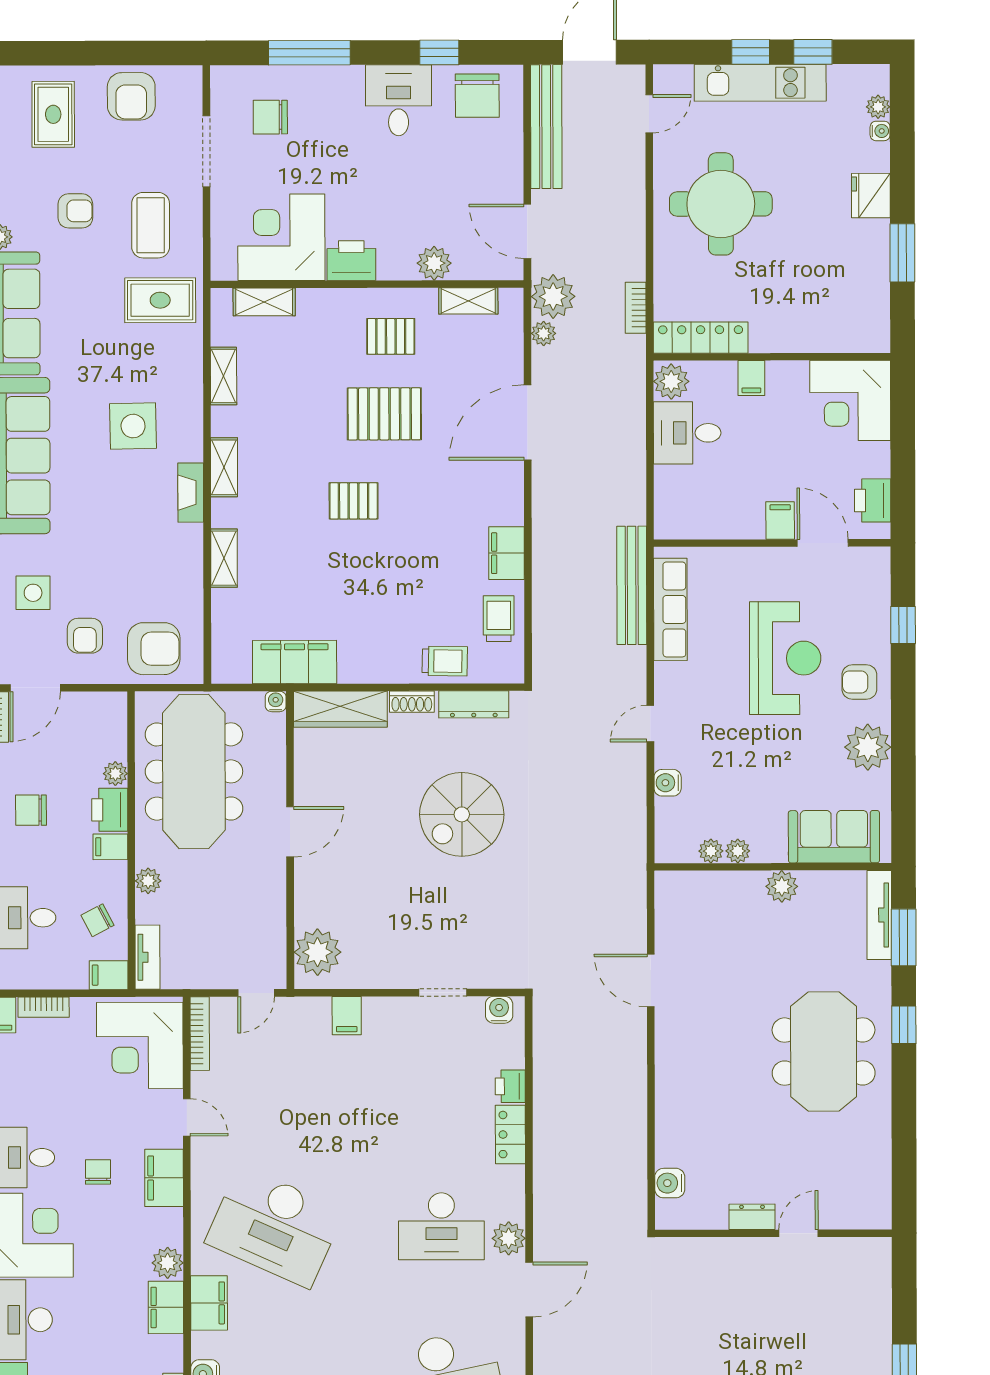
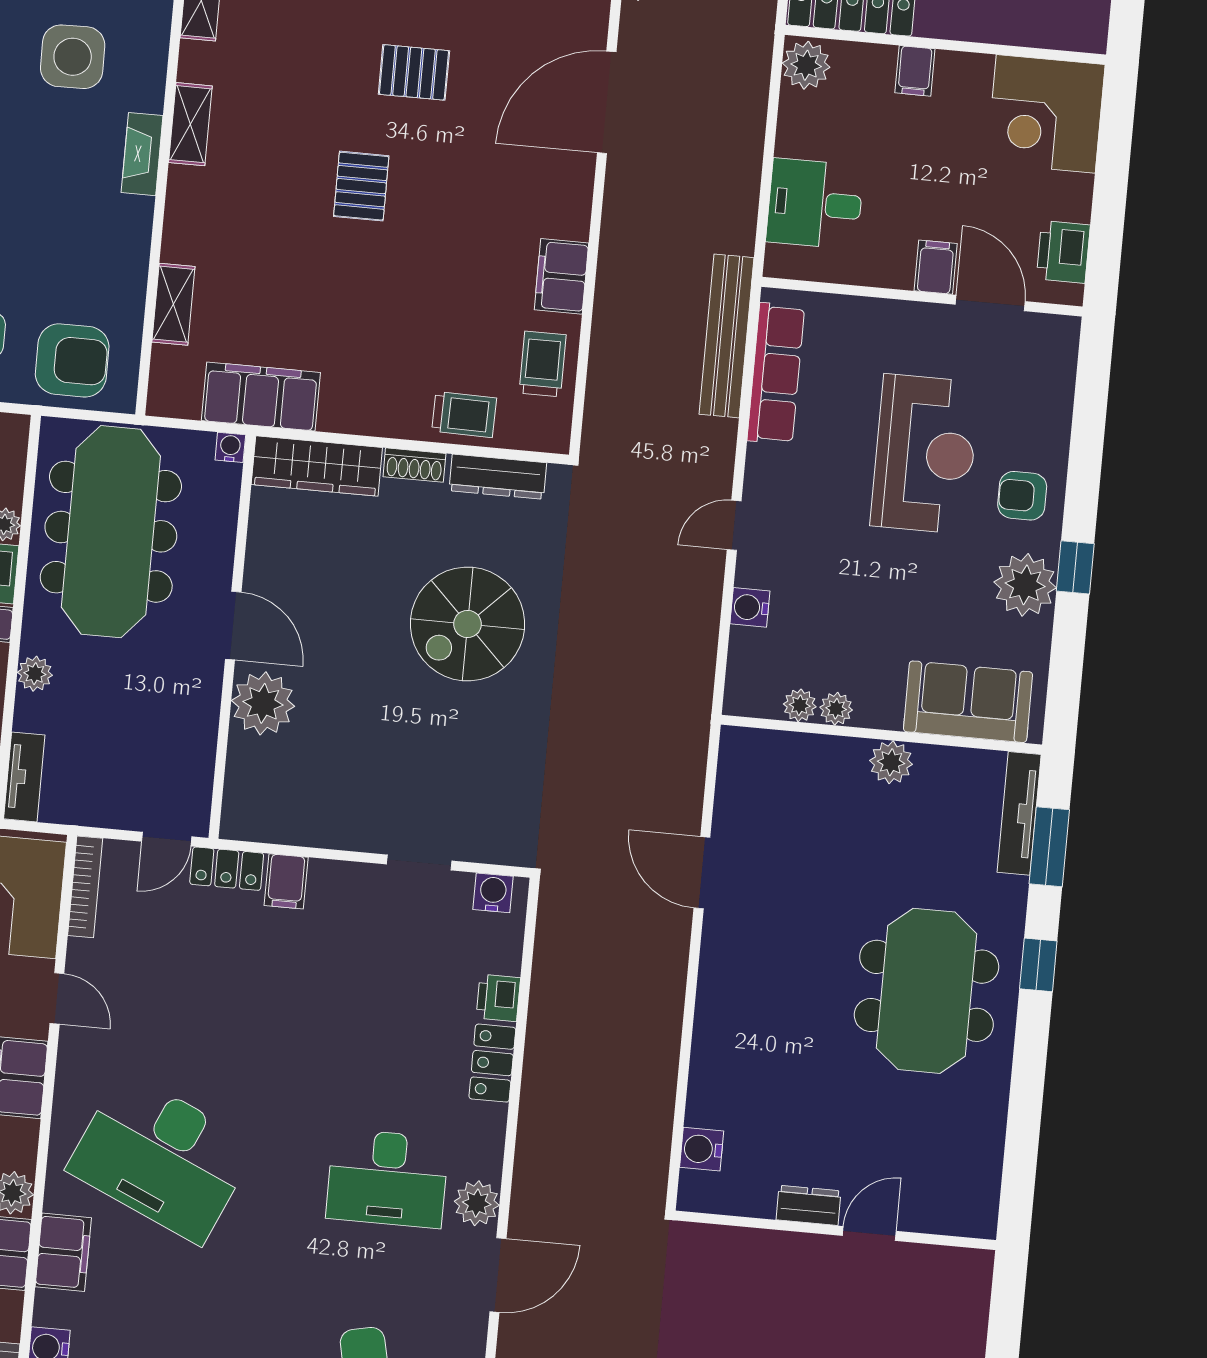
pallet: (384, 414) -> (414, 72), width x0.67, depth x0.71
desk: (687, 433) -> (815, 204), moved
pallet: (354, 501) -> (361, 186), turned 90
shelving: (224, 558) -> (173, 304), moved
window: (903, 625) -> (1075, 567), moved
door: (290, 832) -> (233, 626), hinge flipped
plant: (318, 952) -> (263, 703), moved
locker: (302, 1010) -> (227, 869), added

